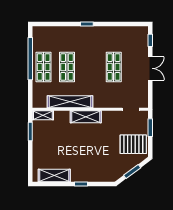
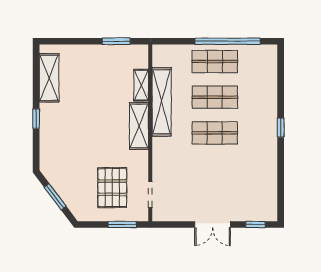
shop shelf: (114, 67) -> (215, 133), moved
shelving: (43, 115) -> (141, 85), moved
pallet: (133, 144) -> (112, 188), moved

